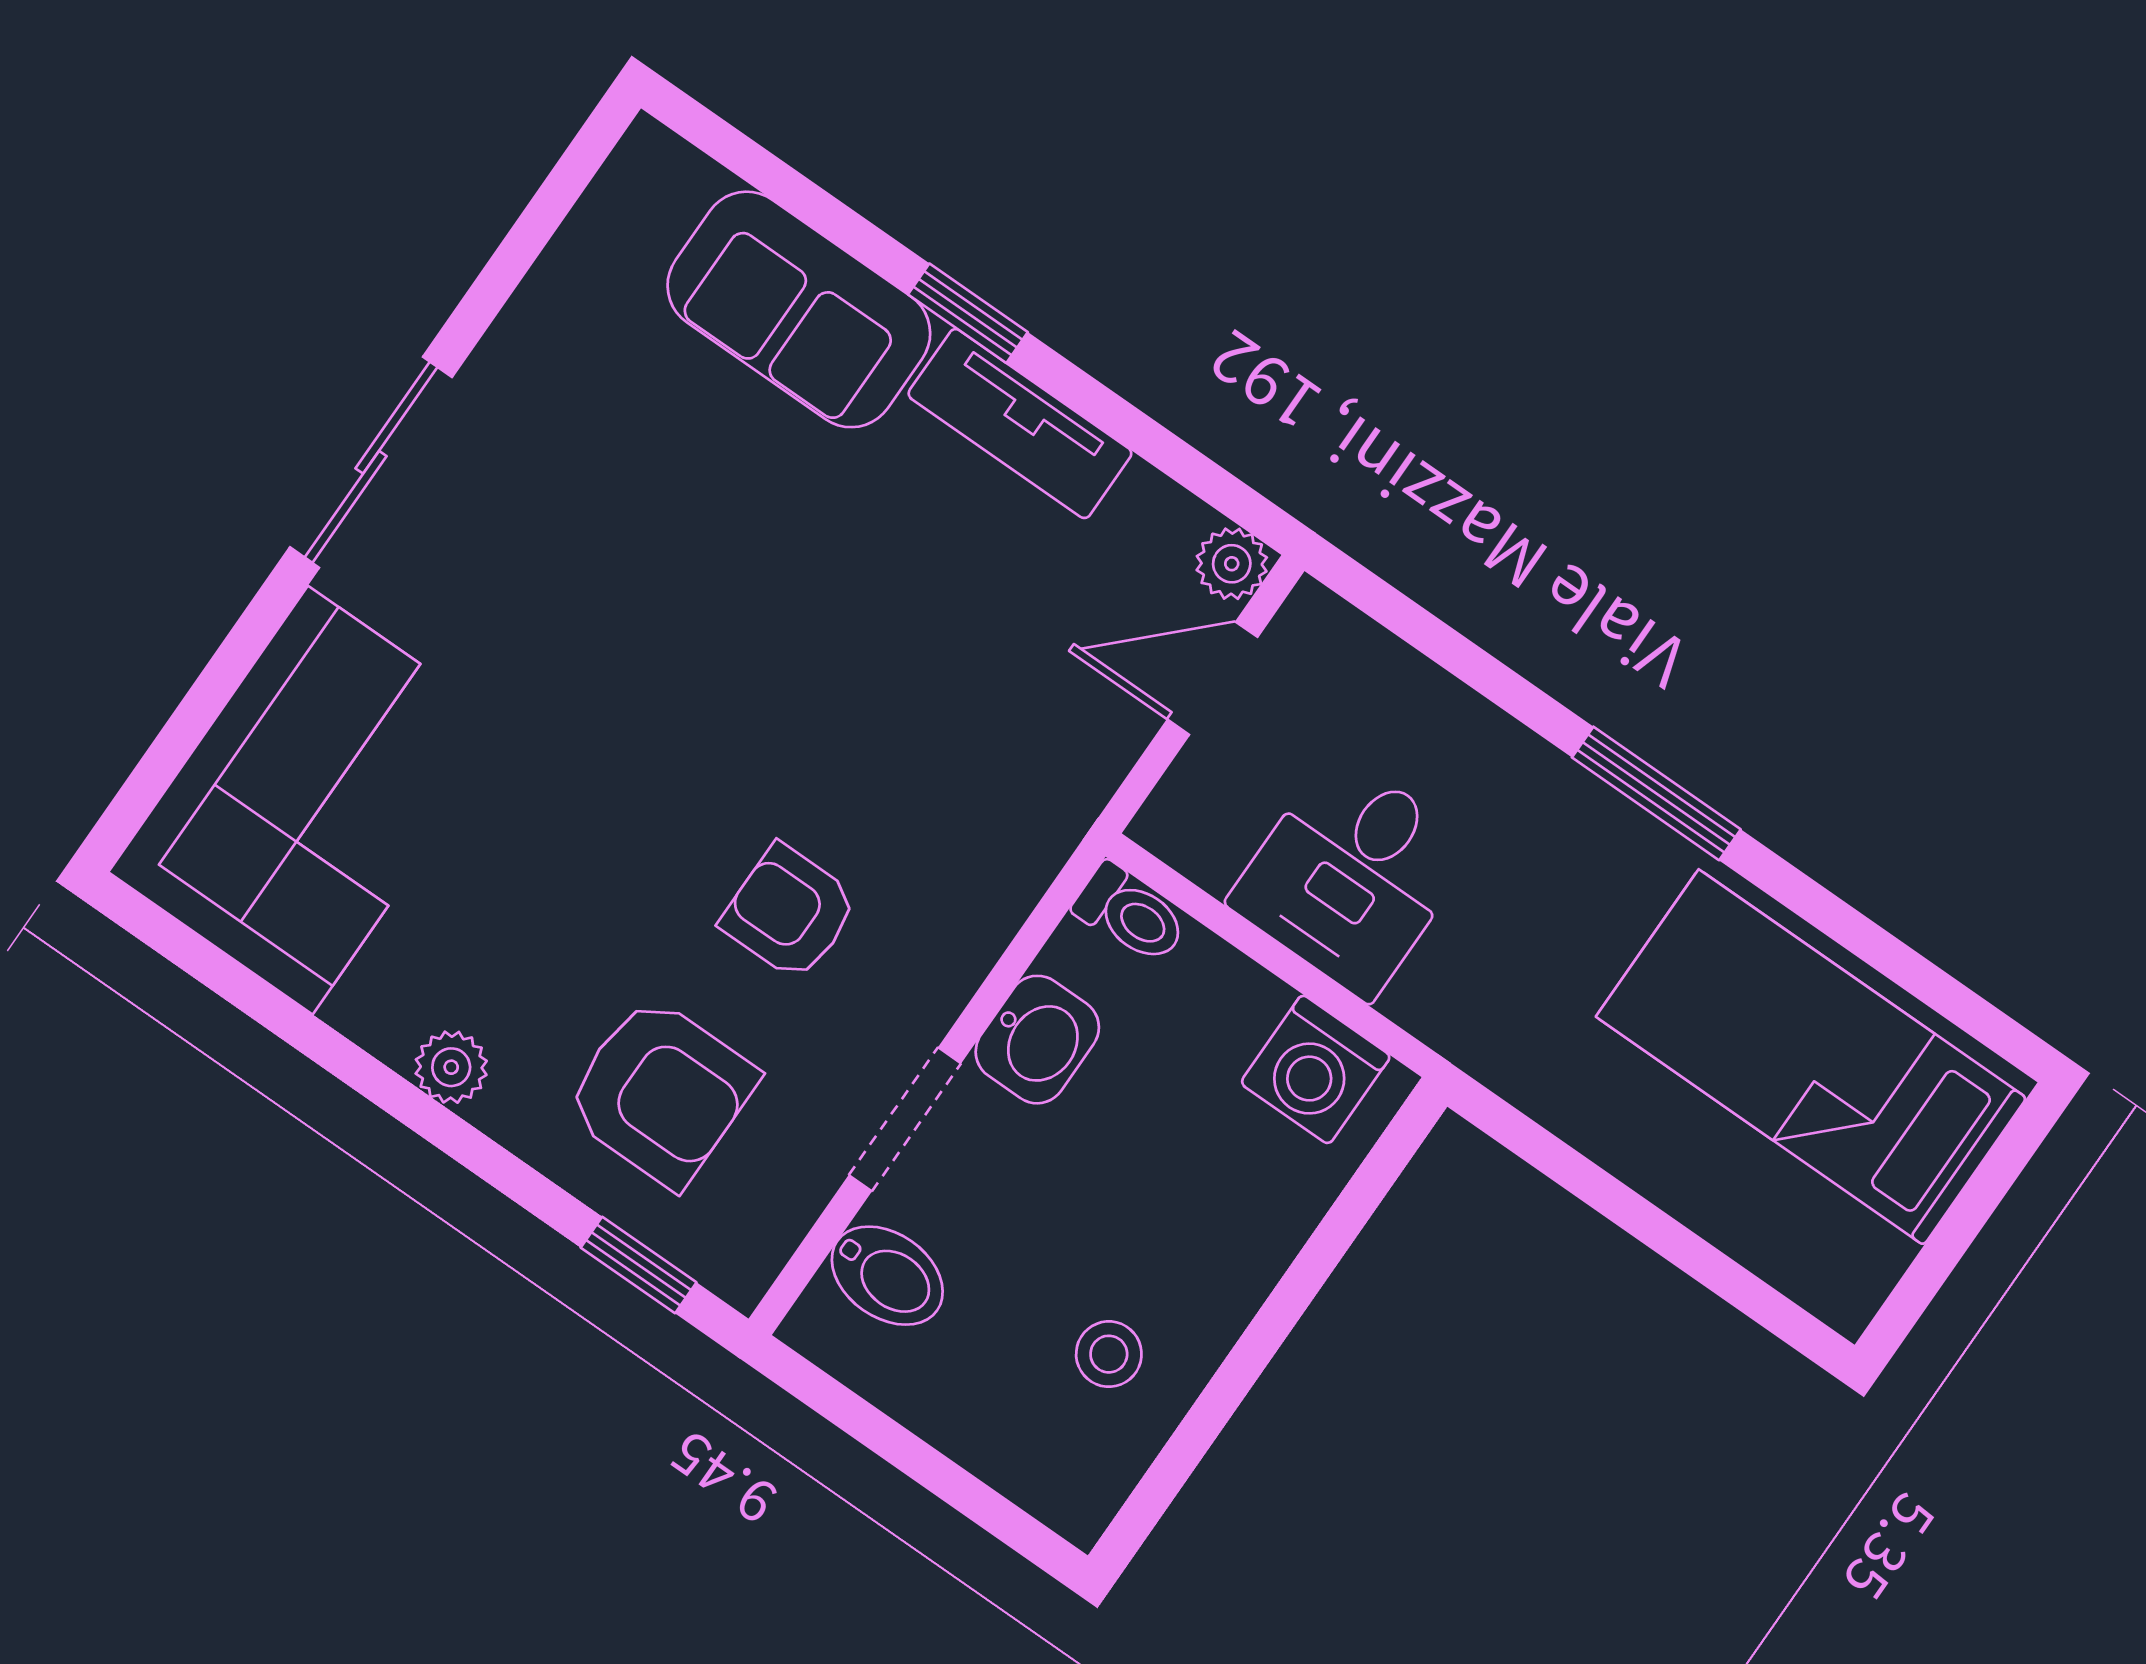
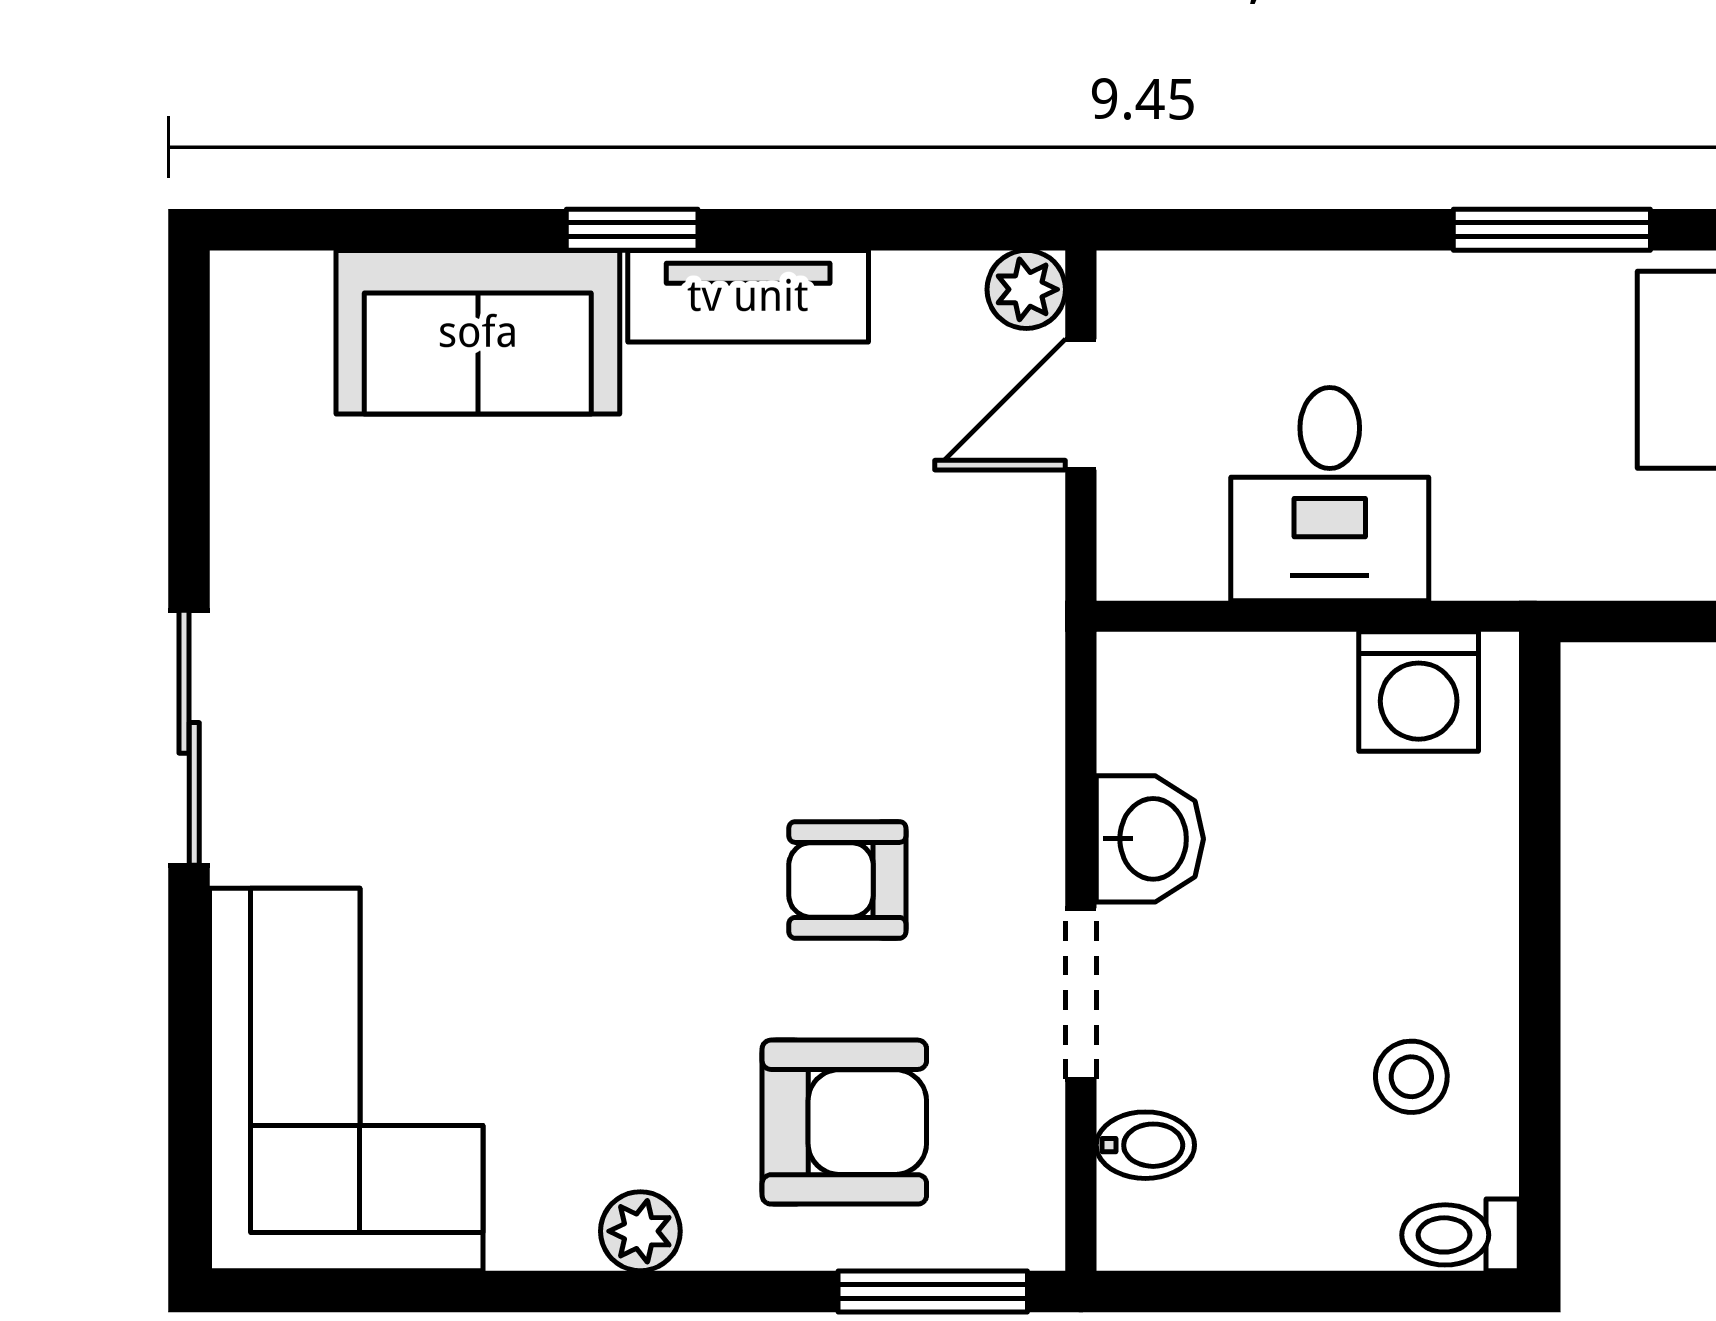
toilet: (1131, 914) -> (1460, 1235), moved, turned 180
window: (639, 1265) -> (933, 1292), width x1.50
bidet: (887, 1276) -> (1145, 1145), width x0.72, depth x0.74

